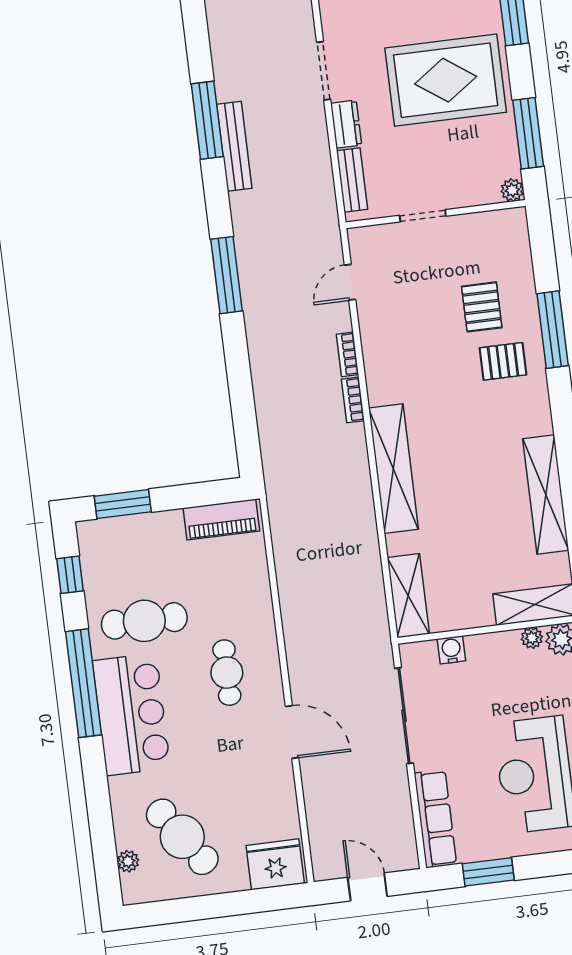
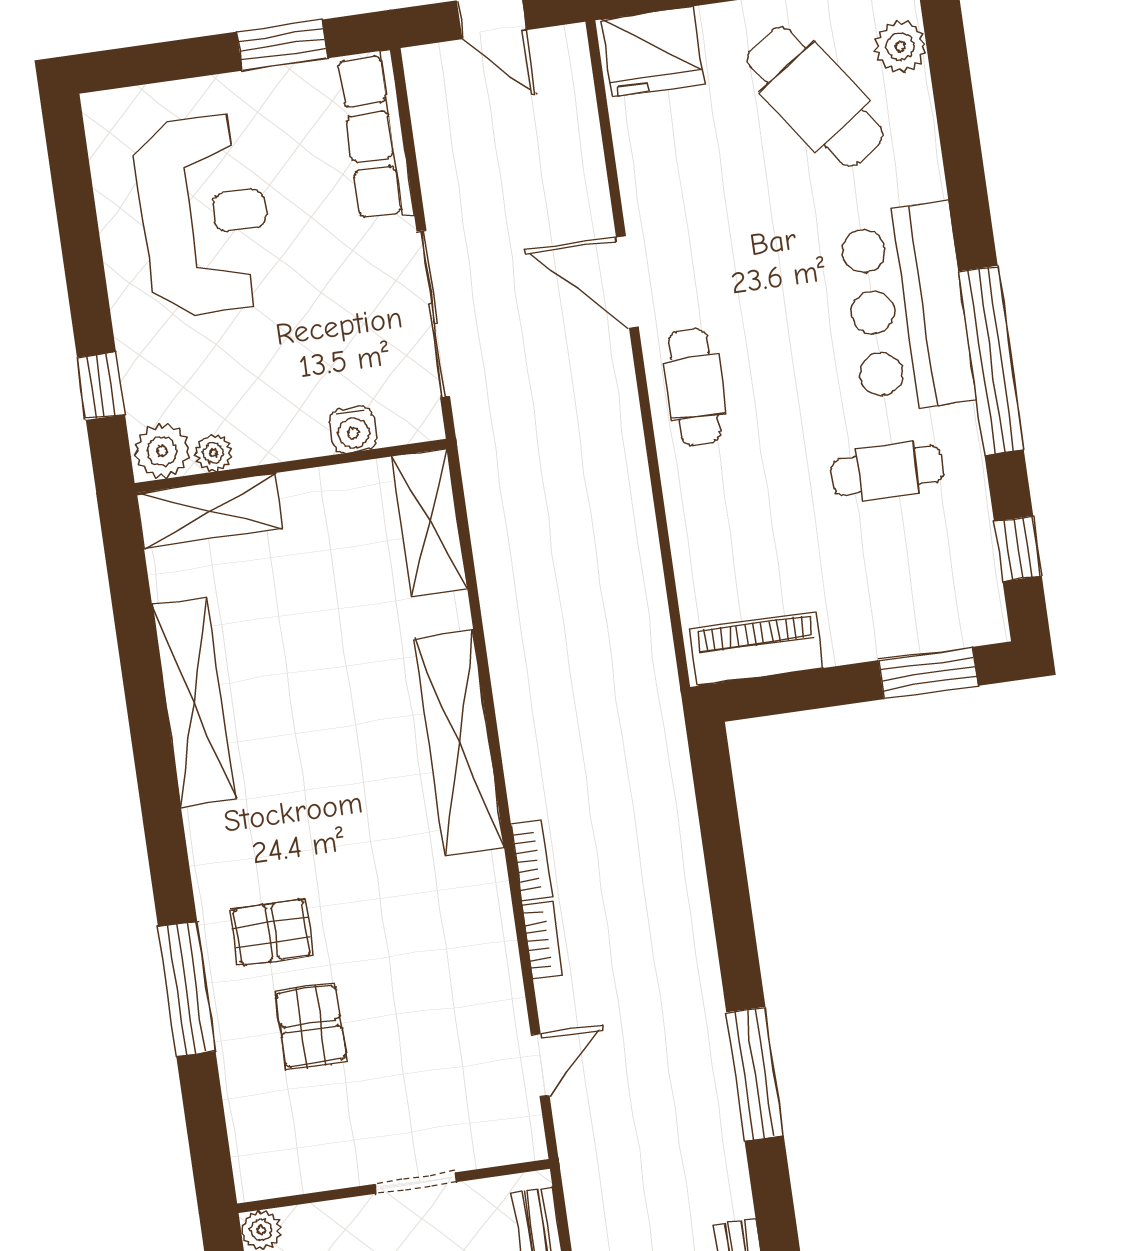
cafe table: (144, 621) -> (887, 471), width x0.73, depth x0.74
cafe table: (227, 673) -> (694, 387), moved
plant: (128, 861) -> (900, 47), width x1.38, depth x1.38

